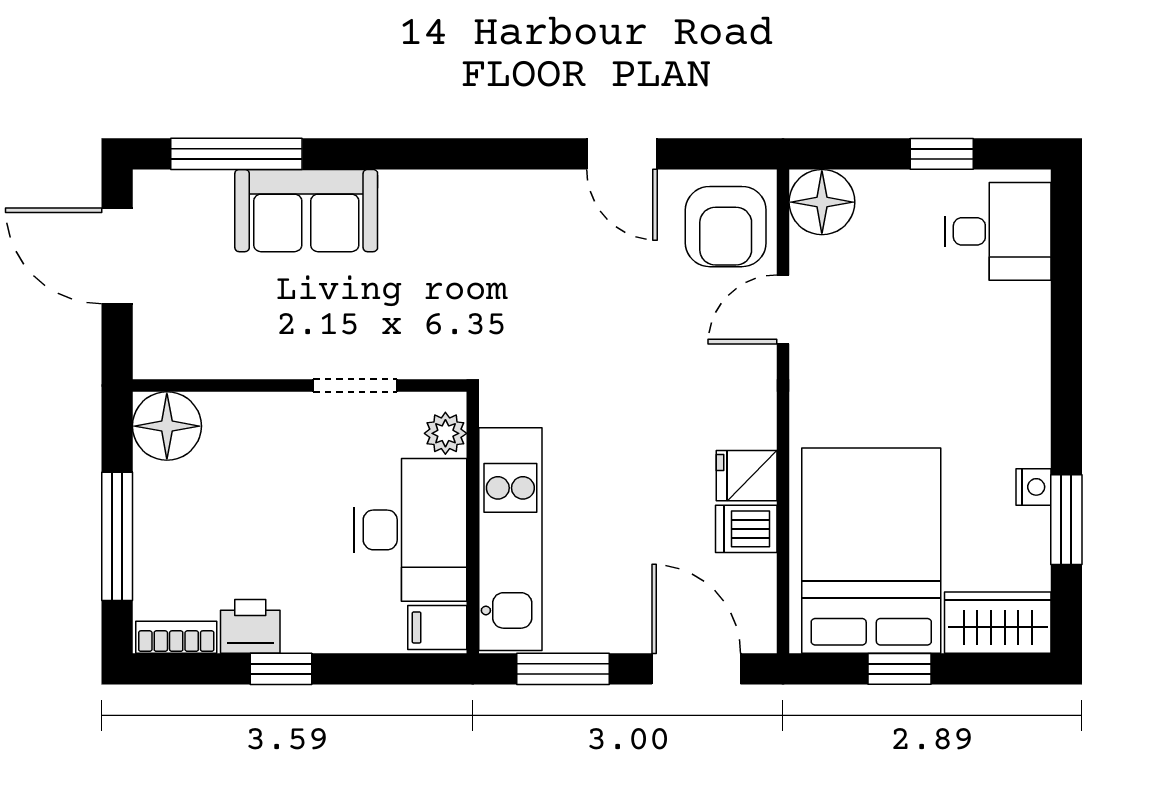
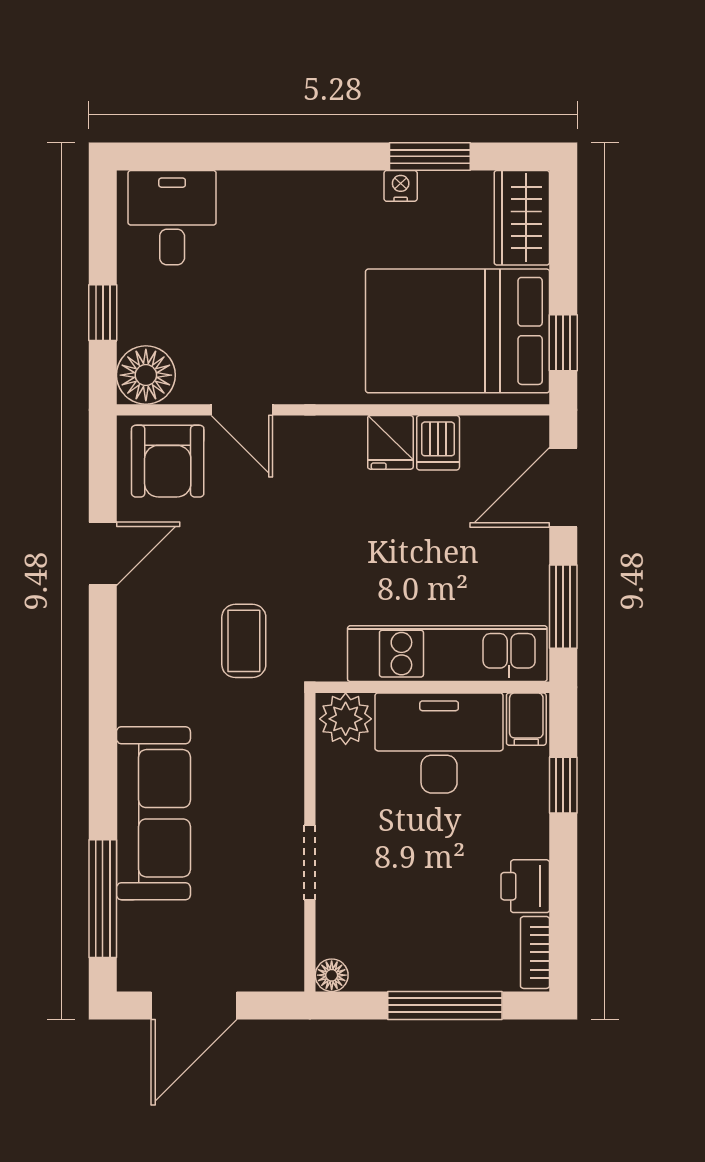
window: (942, 154) -> (103, 313), moved
sofa: (306, 211) -> (153, 813), width x1.36
armchair: (726, 227) -> (168, 461), turned 90
coffee table: (525, 312) -> (244, 641), added
doorway: (355, 385) -> (310, 863), moved
floor lamp: (167, 426) -> (332, 975), width x0.53, depth x0.53
plant: (445, 433) -> (346, 719), width x1.38, depth x1.38
window: (281, 669) -> (563, 785), moved
window: (900, 669) -> (563, 343), moved

